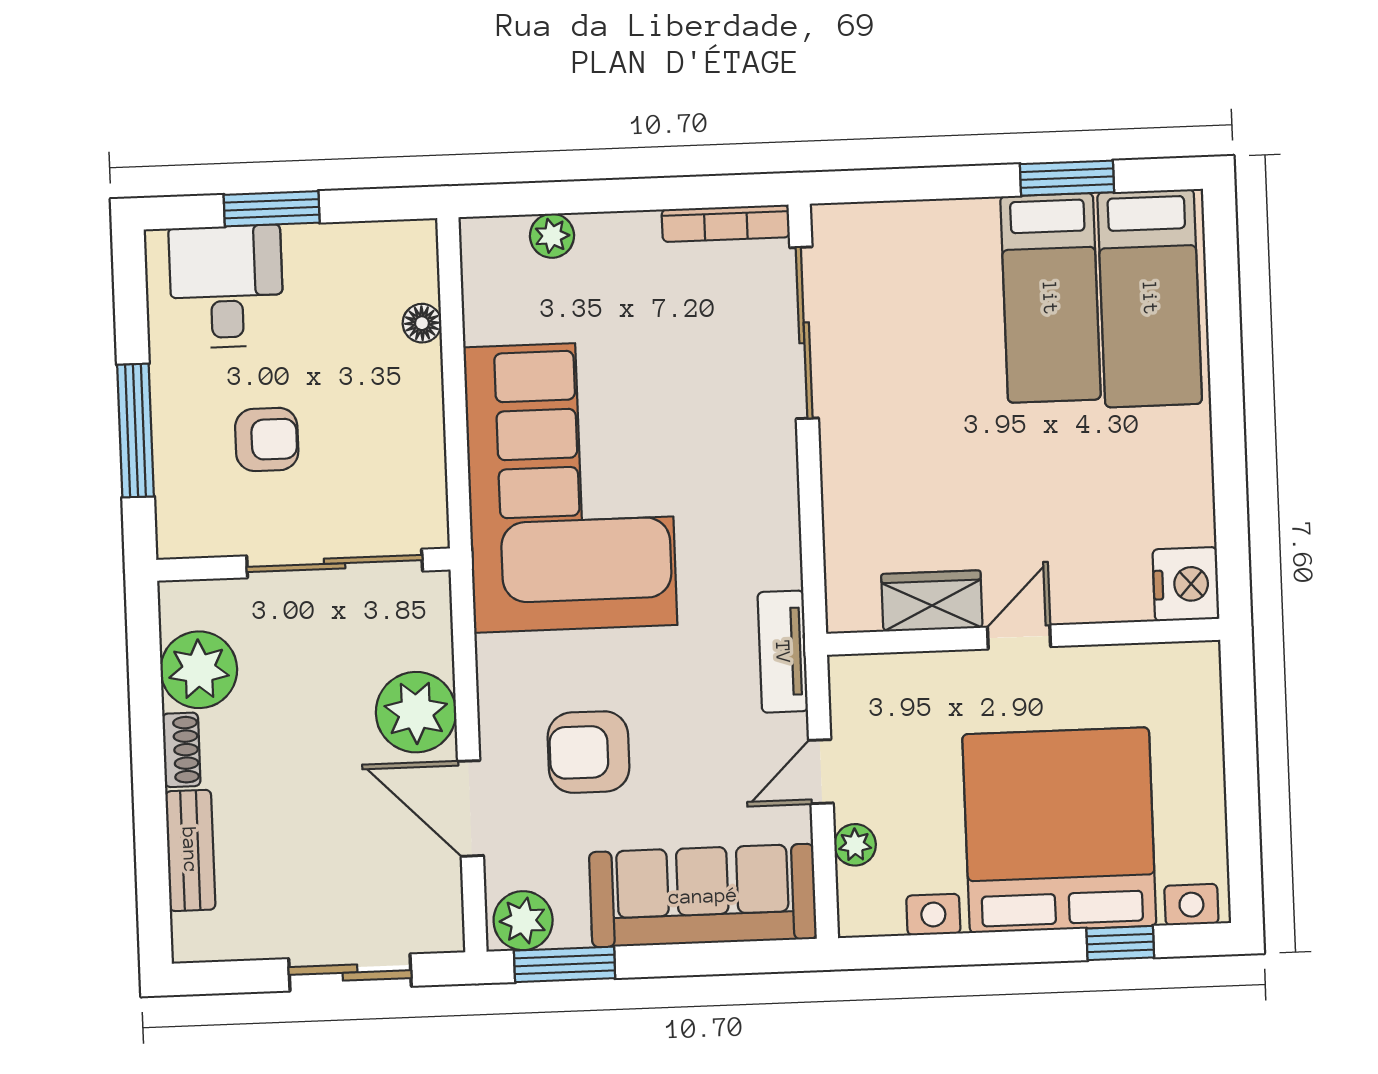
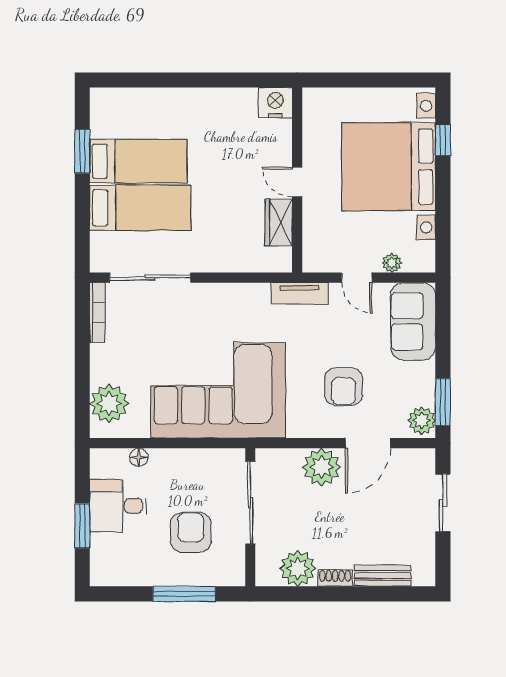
plant: (552, 236) -> (109, 404), width x1.88, depth x1.88
desk: (226, 287) -> (118, 506), moved
bed: (1150, 298) -> (140, 208), moved
armchair: (267, 439) -> (191, 532), width x1.38, depth x1.38
sofa: (703, 896) -> (413, 321), width x0.73

